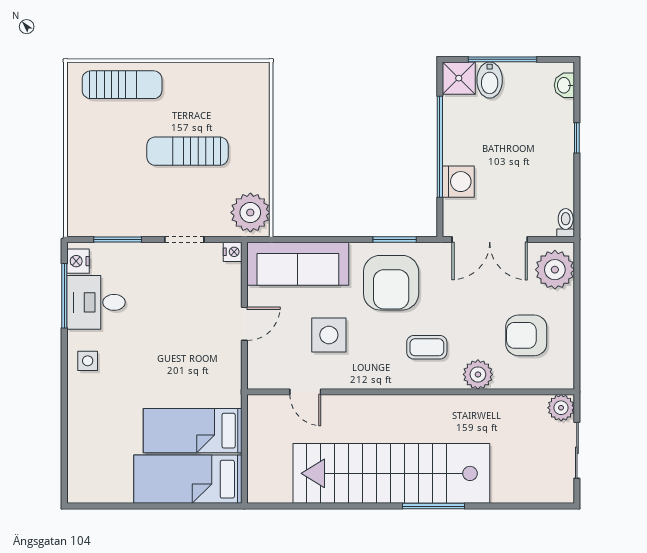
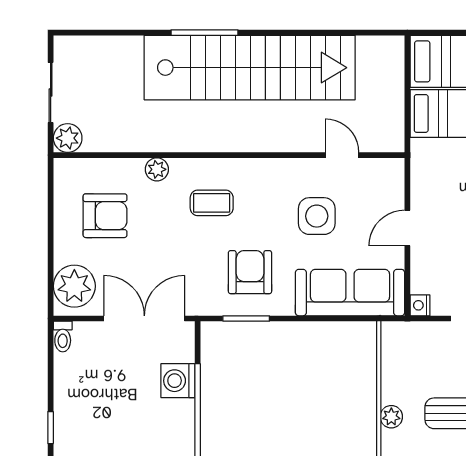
plant: (250, 213) -> (391, 417), moved, width x0.53, depth x0.53
armchair: (391, 283) -> (250, 272), width x0.73, depth x0.73
plant: (478, 374) -> (157, 169), width x0.73, depth x0.73

